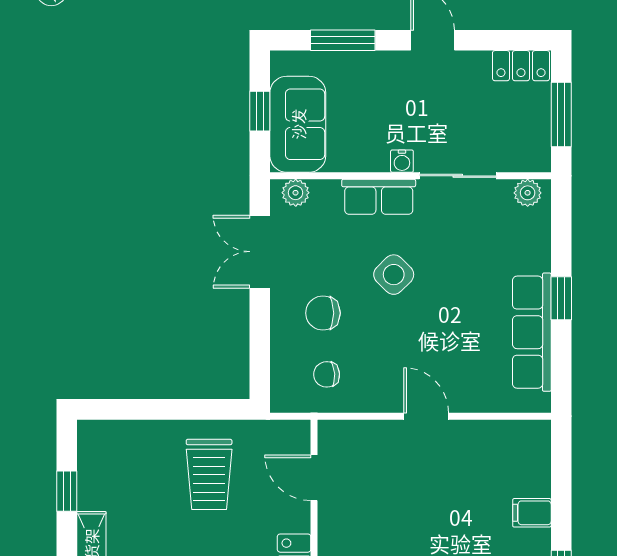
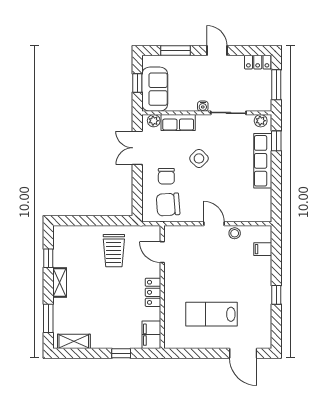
row of seats: (379, 197) -> (178, 123), moved
window: (561, 298) -> (276, 141), moved
chair: (323, 313) -> (166, 176), turned -90
row of seats: (532, 332) -> (263, 161), moved
chair: (327, 374) -> (168, 204), width x1.87, depth x1.87
stool: (471, 437) -> (235, 233), added
filing cabinet: (532, 513) -> (263, 249), moved

